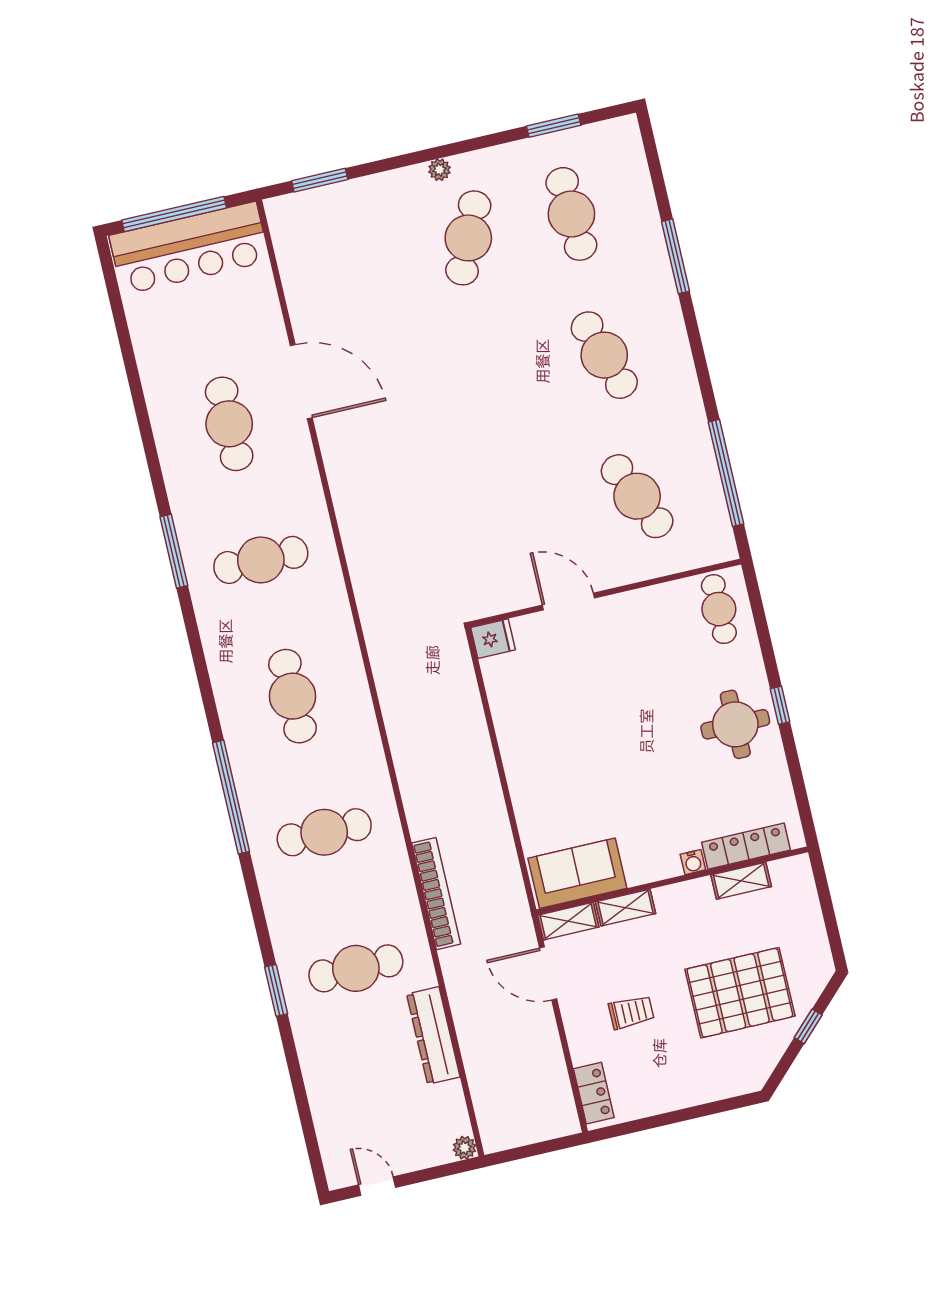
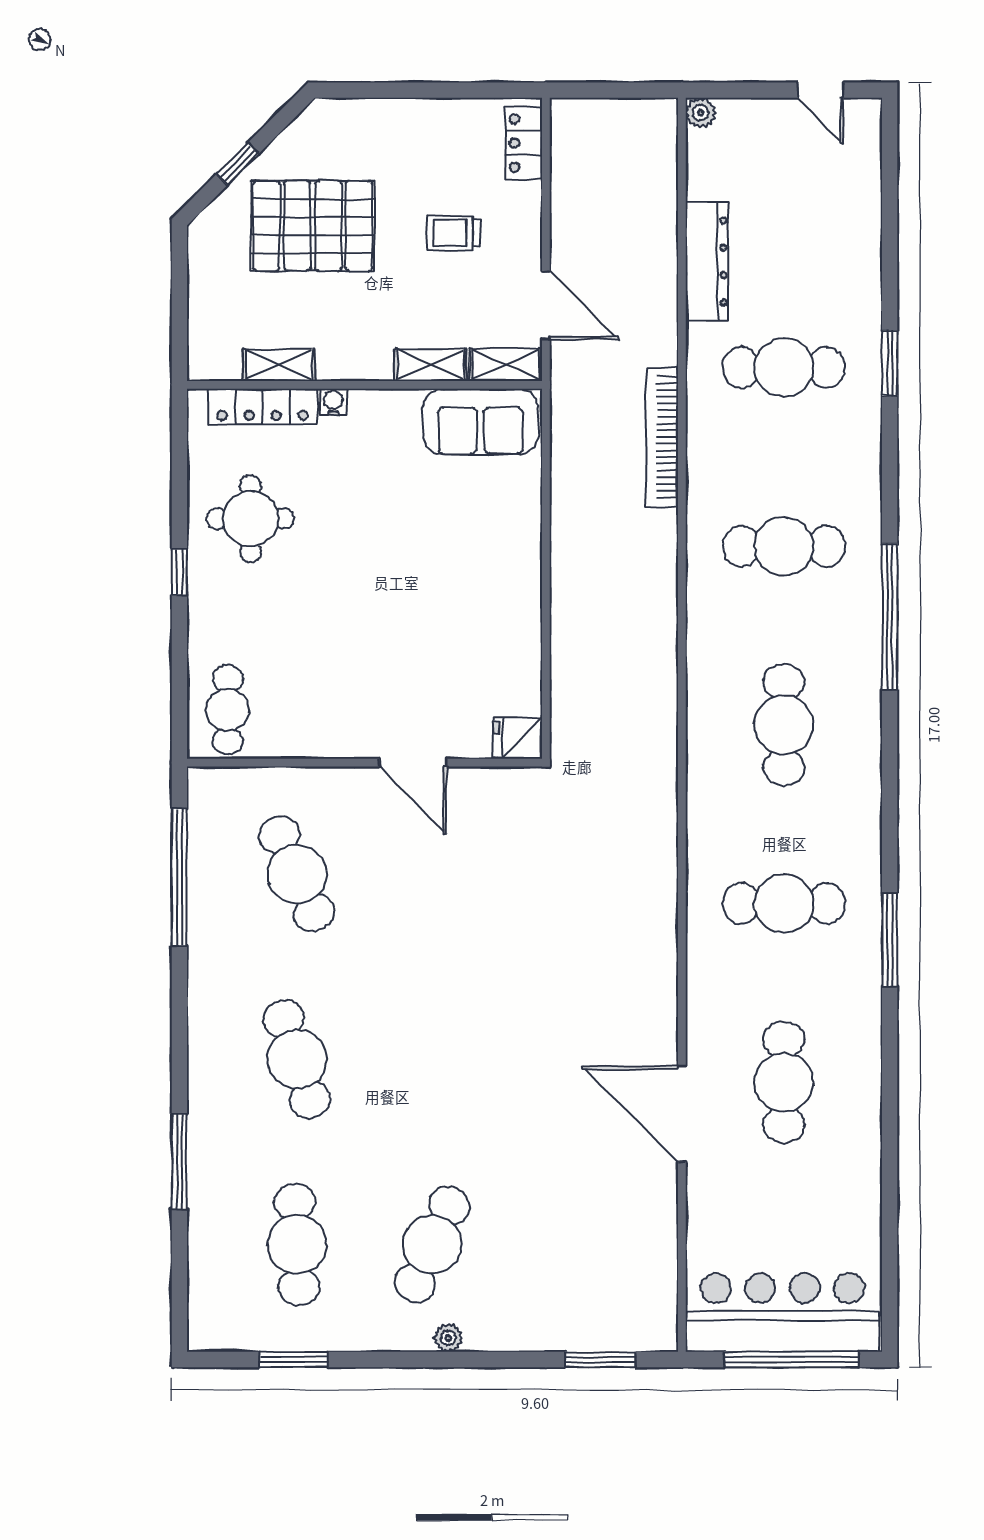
round table: (735, 724) -> (251, 519), moved

